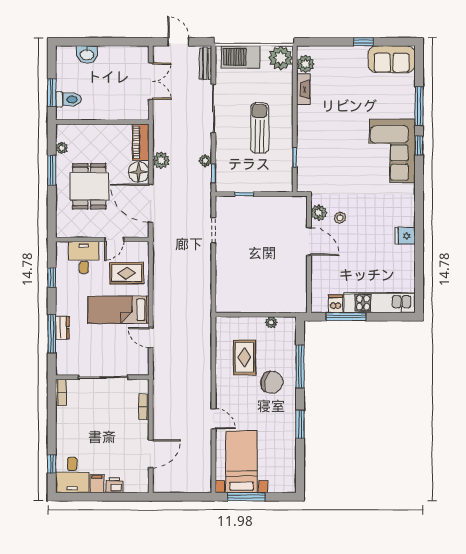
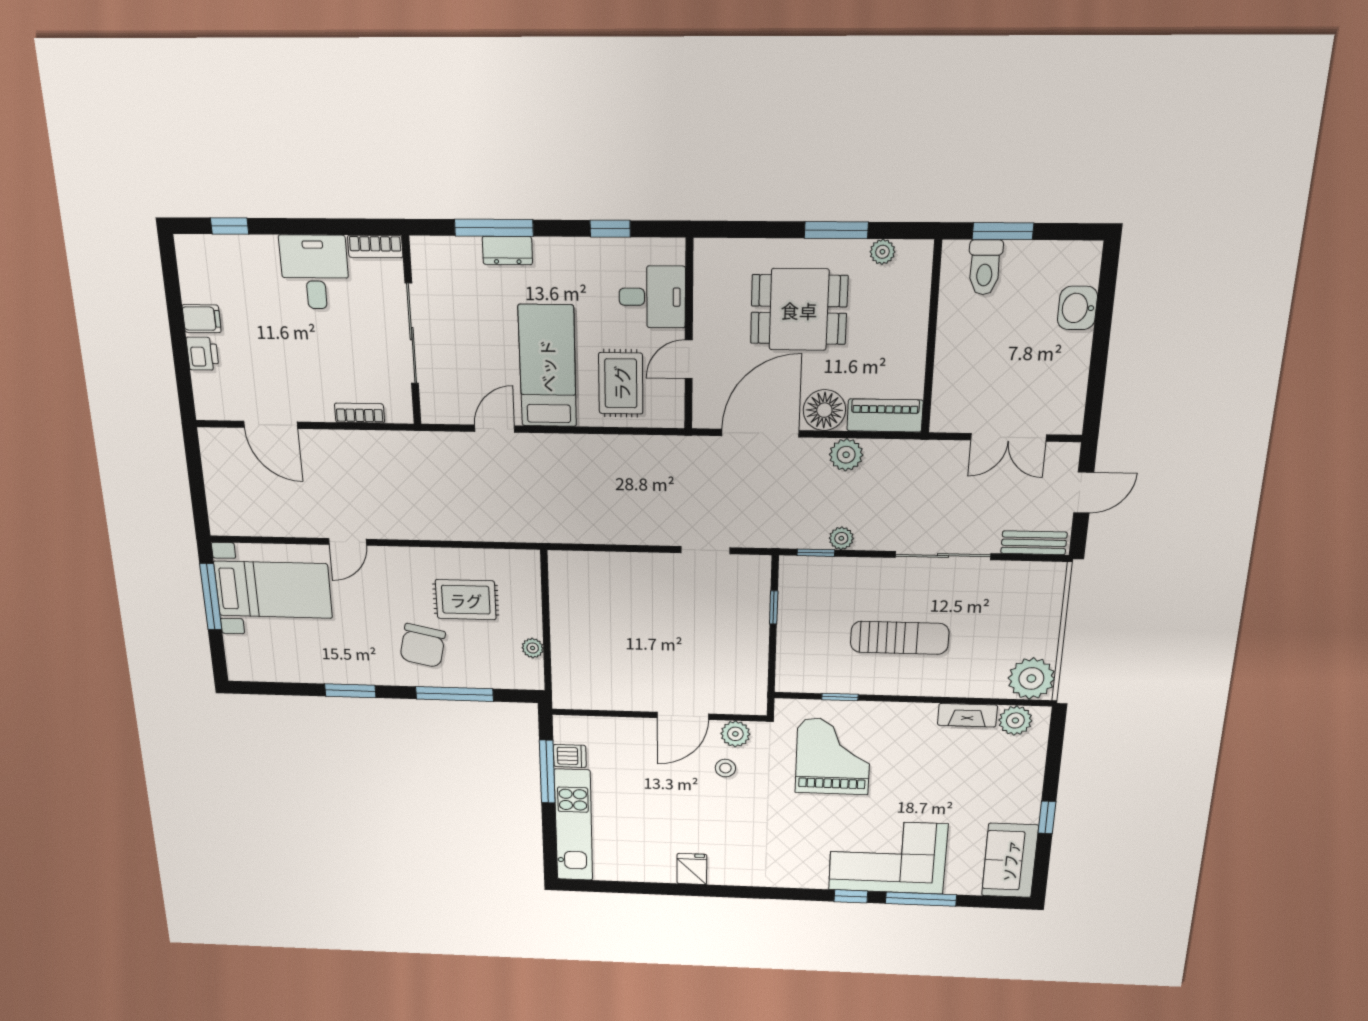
barbecue: (241, 57) -> (1041, 608), removed
corner sofa: (392, 151) -> (888, 857), moved
grand piano: (331, 159) -> (833, 757), added
door: (114, 239) -> (689, 359), hinge flipped
desk: (72, 475) -> (315, 272), moved, turned 90

